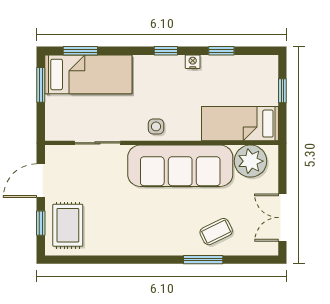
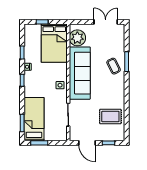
bed: (240, 124) -> (54, 43), width x1.50
double door: (282, 218) -> (106, 22), swing flipped
rug: (68, 225) -> (110, 117), moved
coffee table: (216, 232) -> (114, 66), moved

